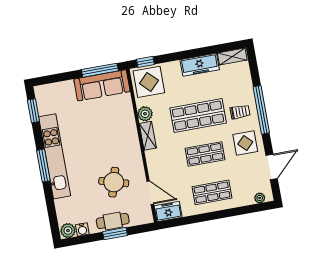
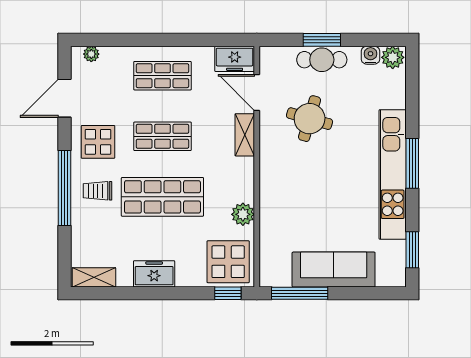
freezer: (200, 65) -> (154, 274), width x0.71
sofa: (102, 85) -> (334, 270), moved
shelving: (148, 136) -> (245, 135), moved

